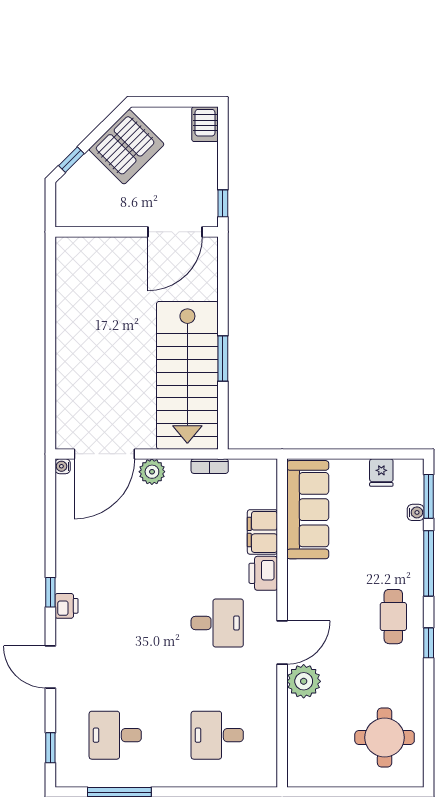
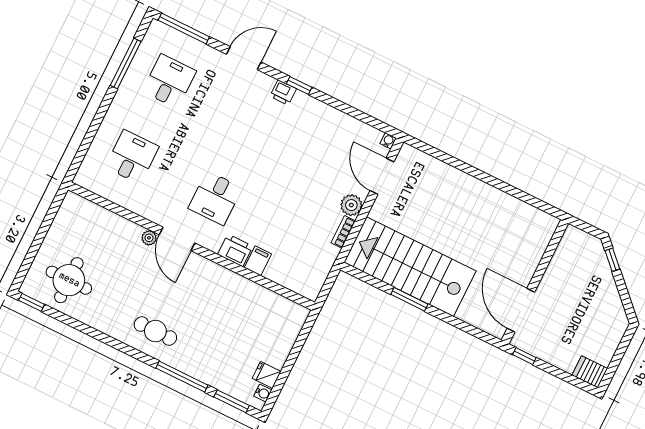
server rack: (127, 147) -> (602, 305), removed
door: (104, 454) -> (382, 176), width x0.73
bookcase: (210, 466) -> (343, 232), moved
sofa: (308, 510) -> (266, 307), removed
water cooler: (416, 512) -> (263, 393), moved, turned -90
filing cabinet: (262, 532) -> (258, 261), width x0.50
window: (429, 643) -> (32, 302), moved
plant: (304, 681) -> (149, 238), width x0.53, depth x0.53
window: (50, 748) -> (184, 29), width x2.17

